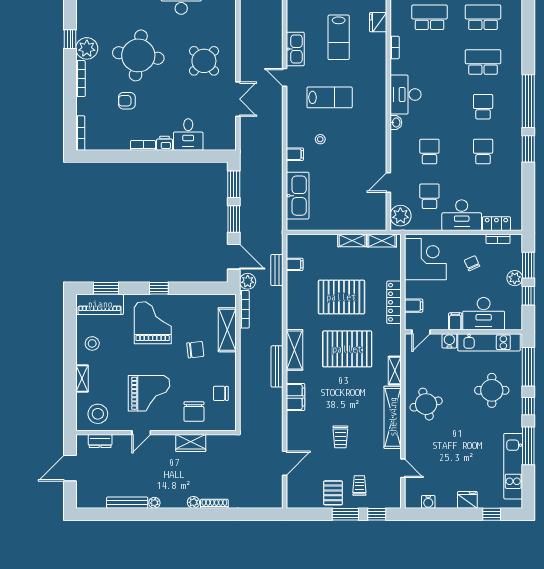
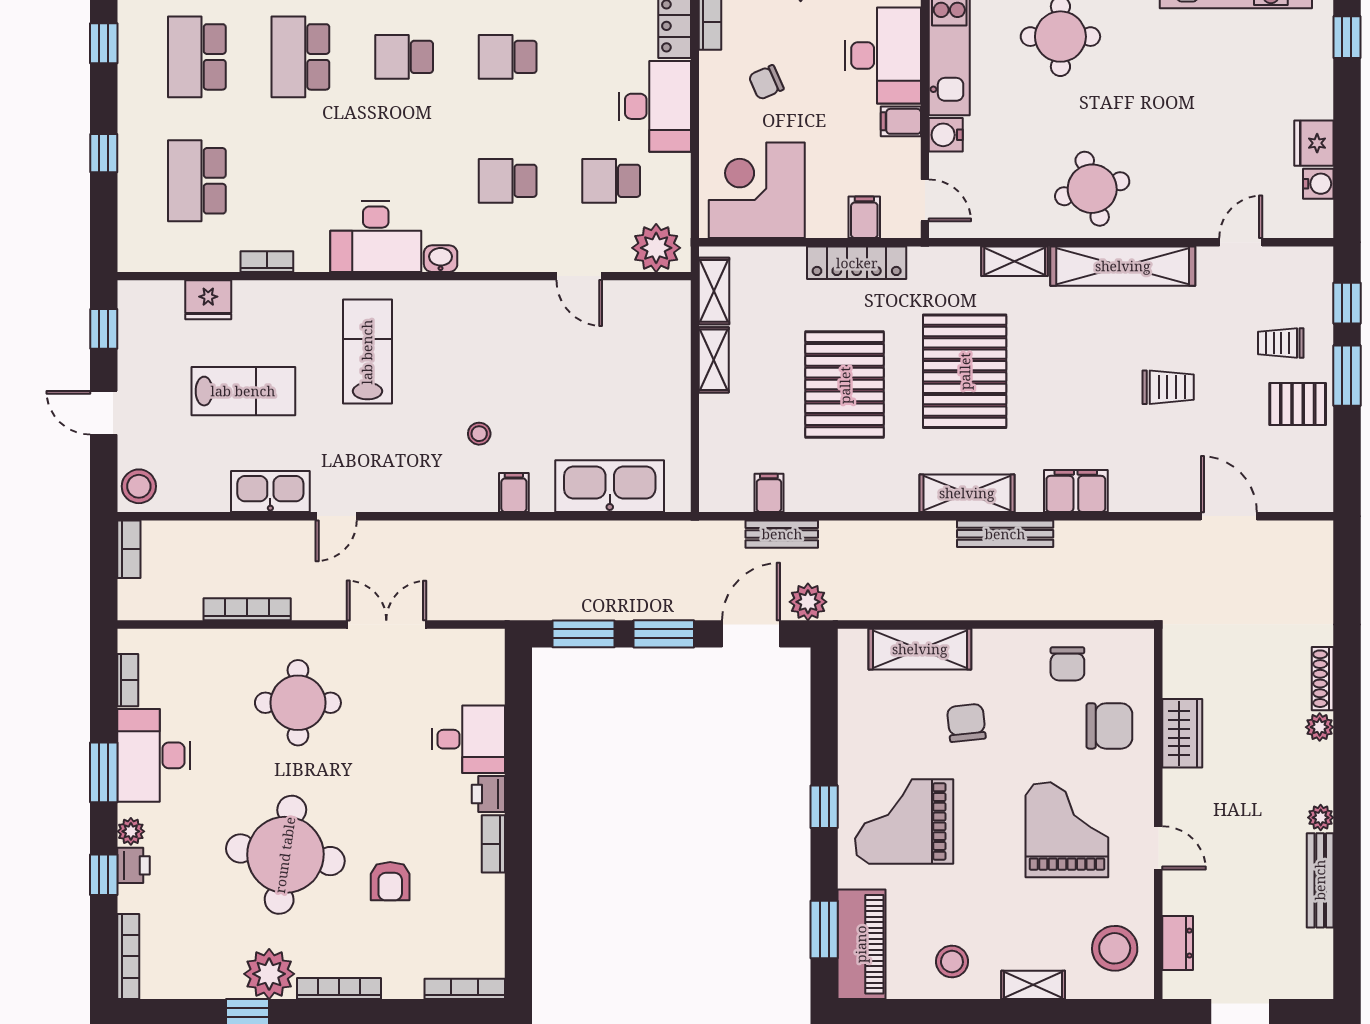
round table: (204, 61) -> (298, 703), turned 45
lab bench: (330, 97) -> (367, 352), moved
bookcase: (244, 309) -> (247, 609), moved
fridge: (467, 500) -> (1314, 143), moved

